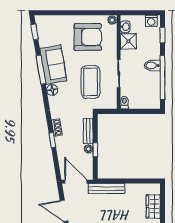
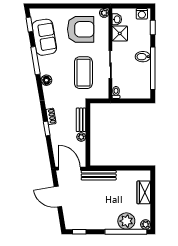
sofa: (53, 65) -> (44, 37), moved
window: (95, 150) -> (88, 138), removed

